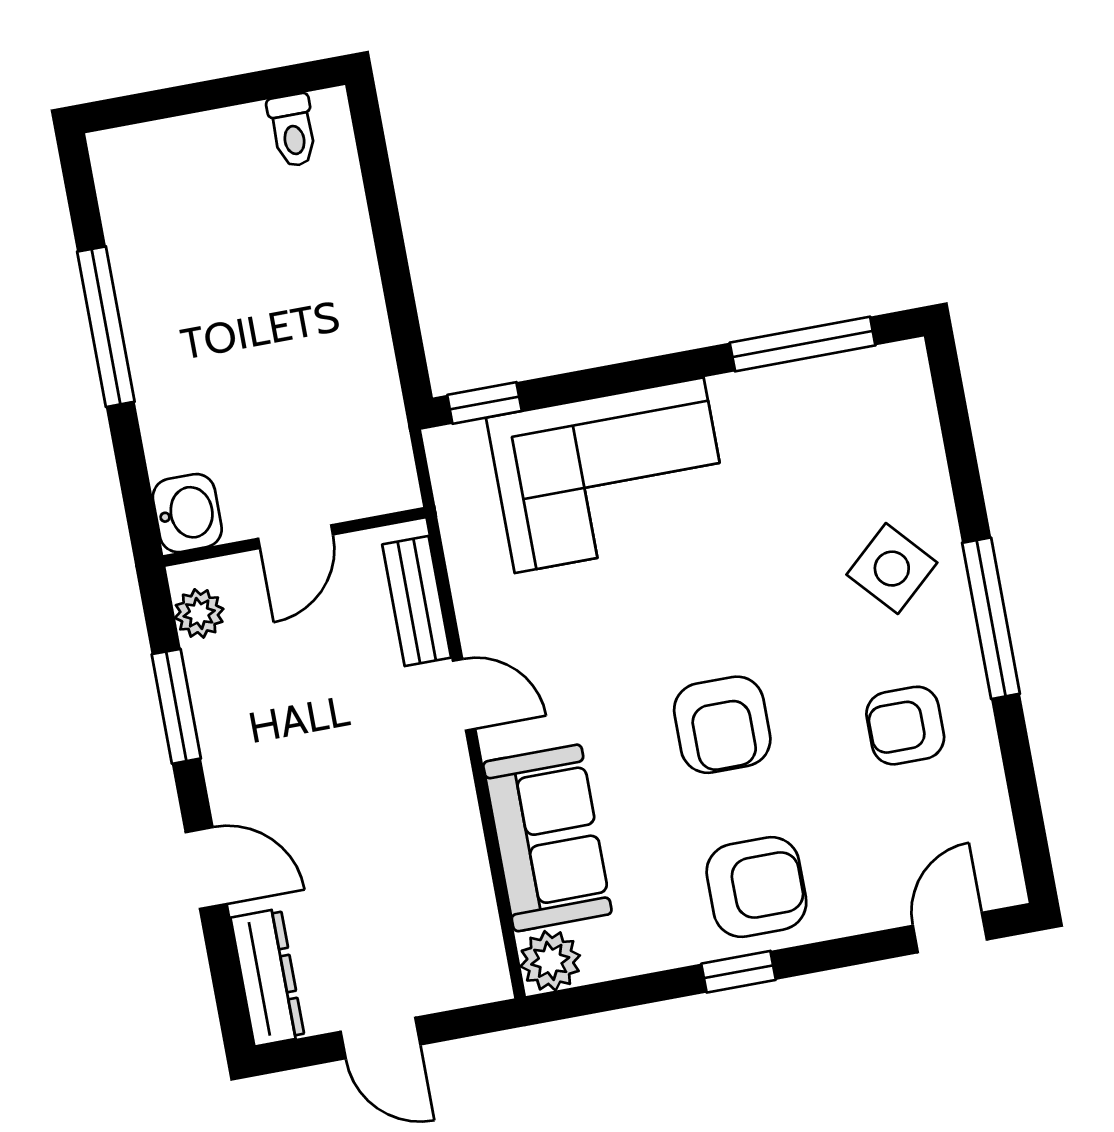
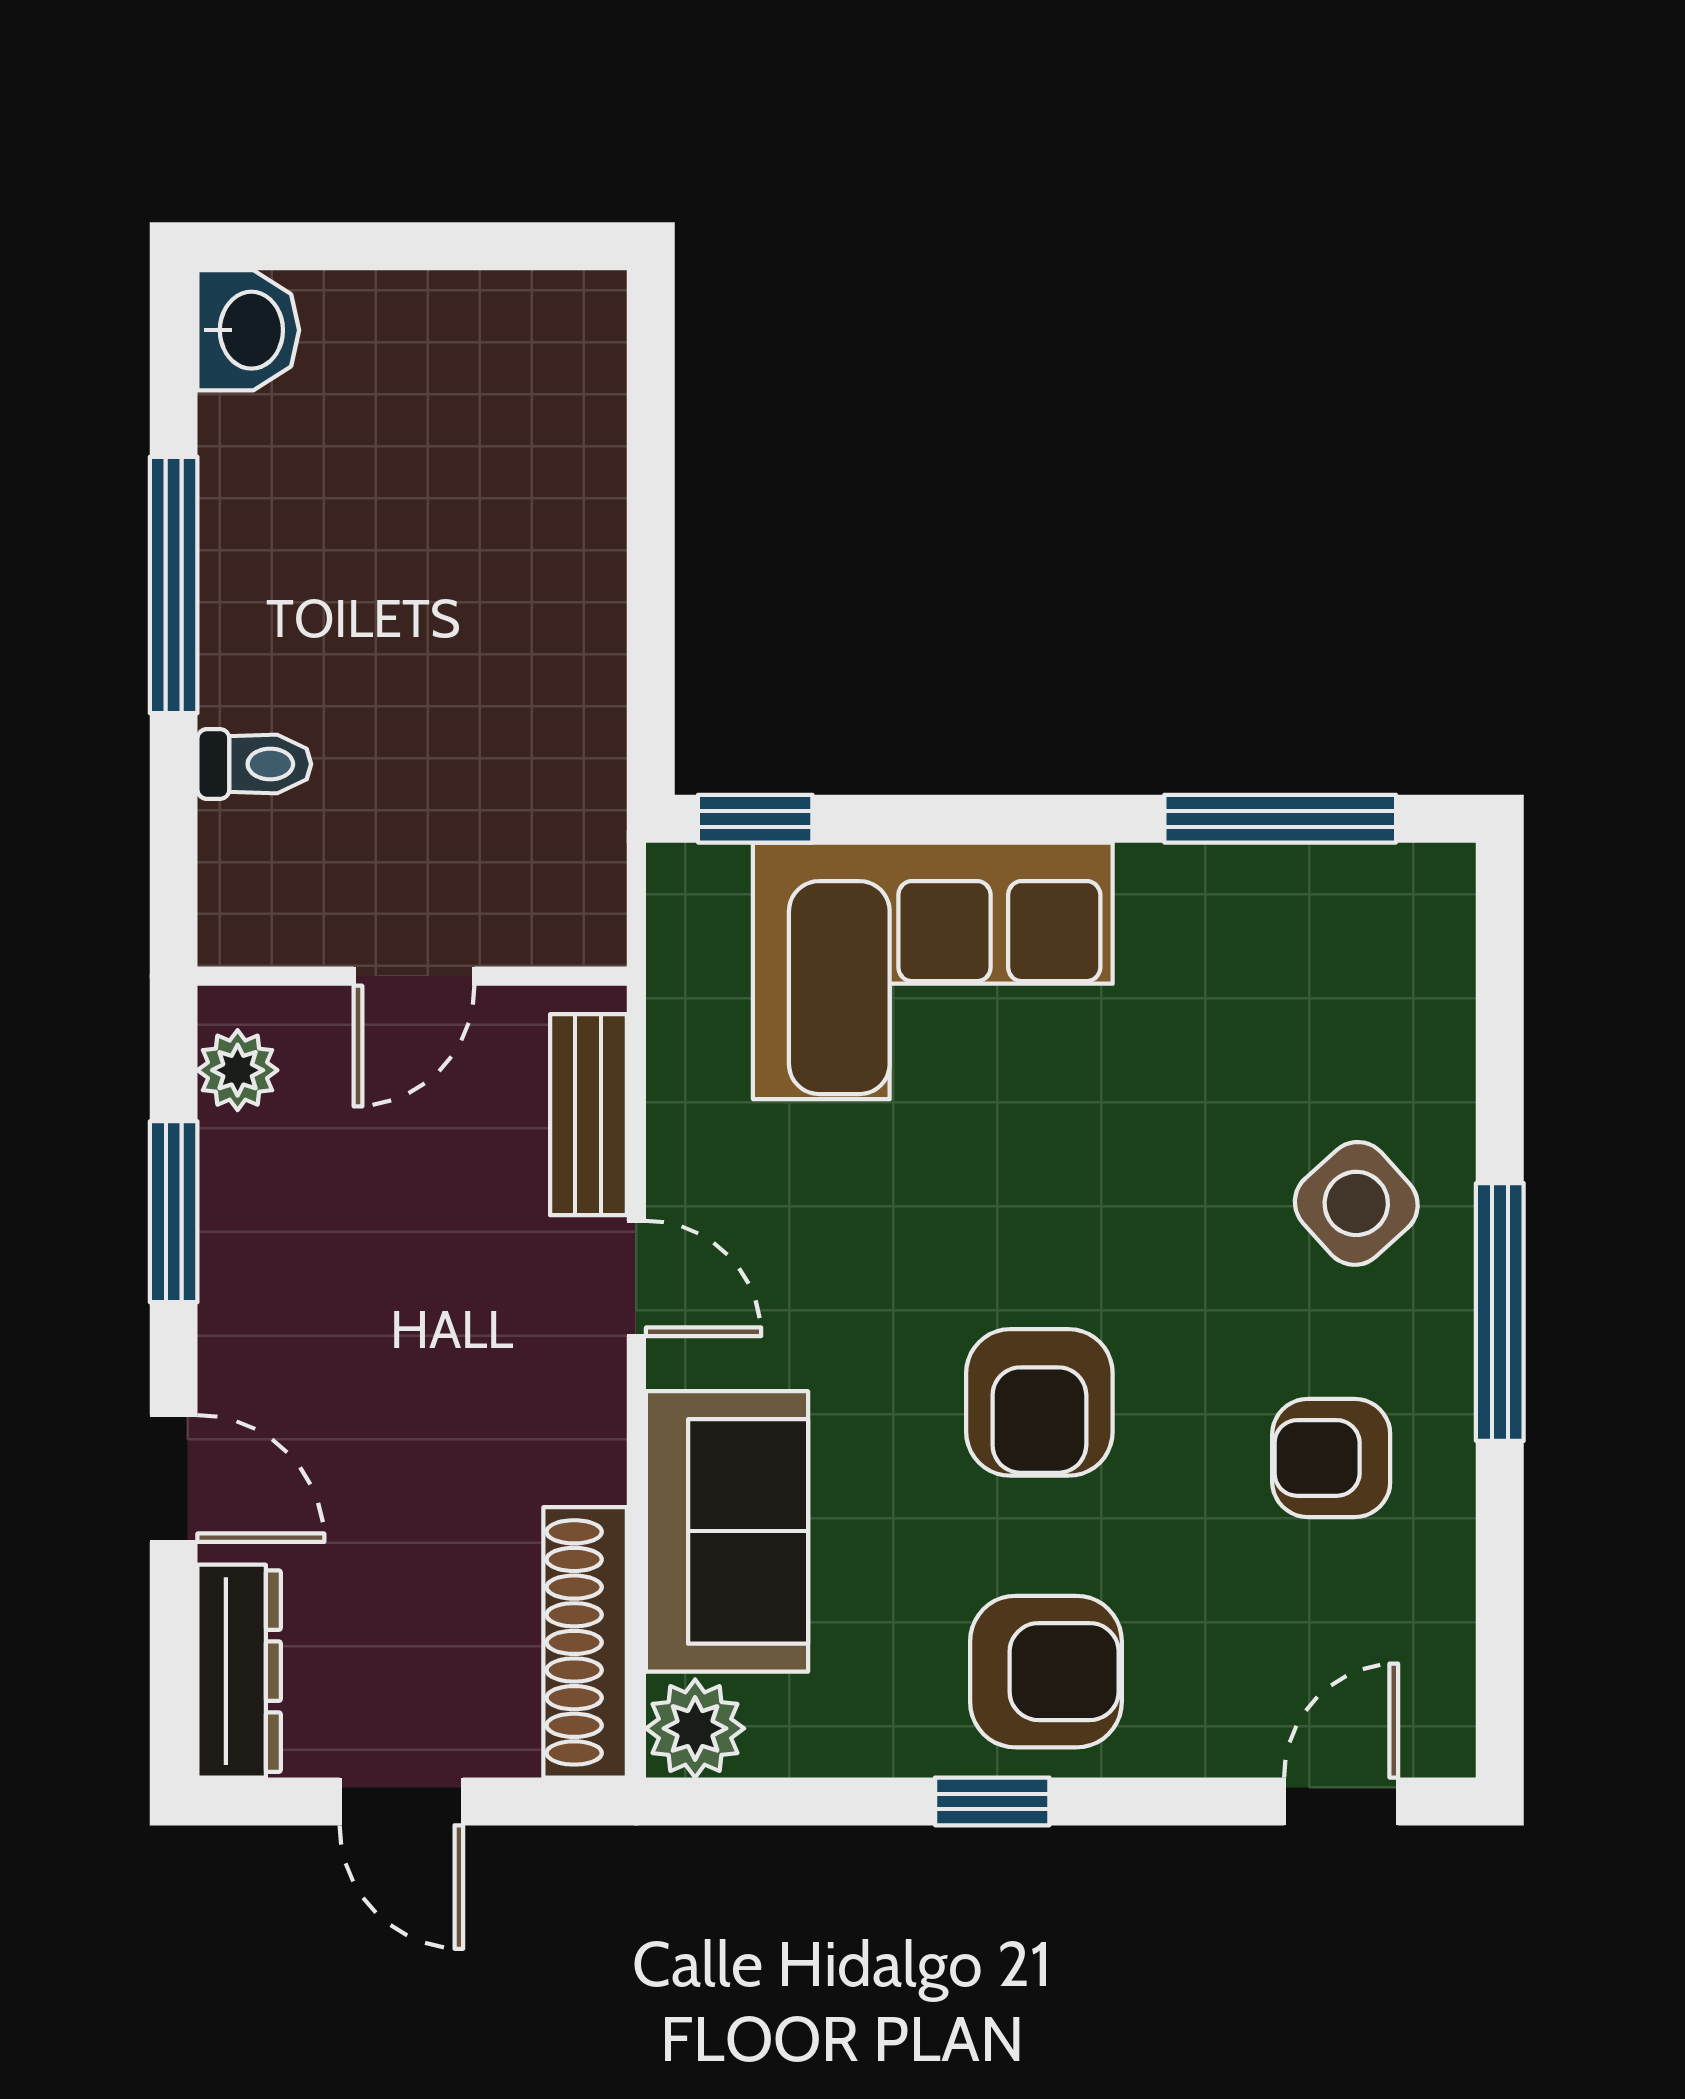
toilet: (293, 130) -> (254, 764), moved, turned -90
washbasin: (187, 513) -> (248, 330), moved
shoe rack: (474, 921) -> (585, 1642), added

